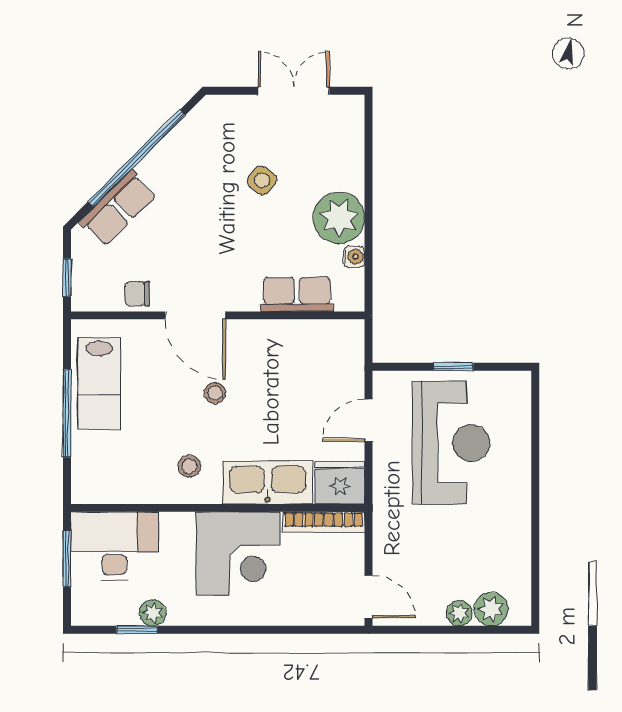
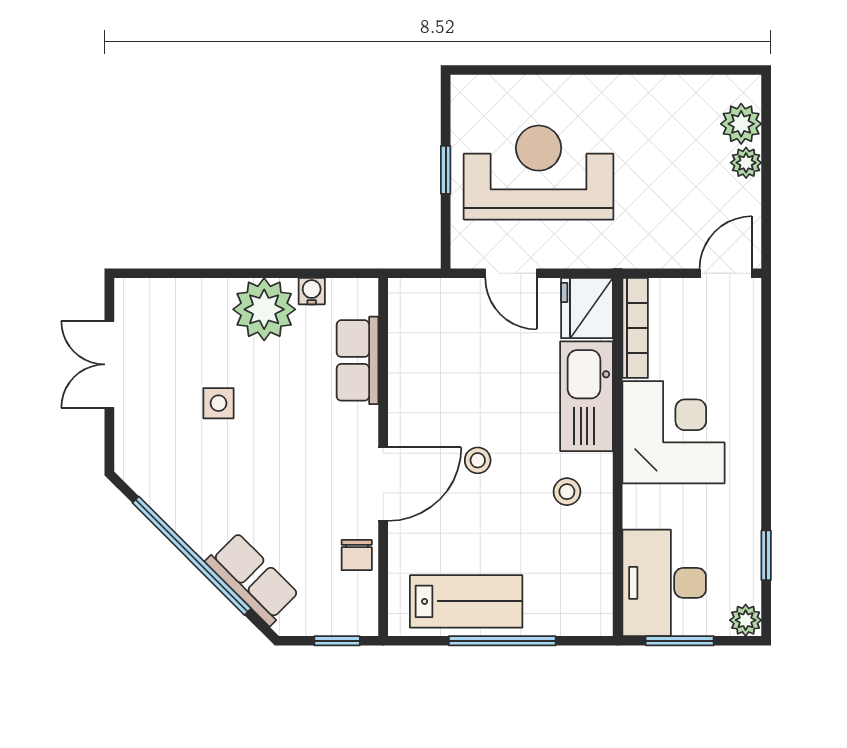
side table: (262, 180) -> (219, 403), turned -38
plant: (153, 613) -> (746, 620), moved

